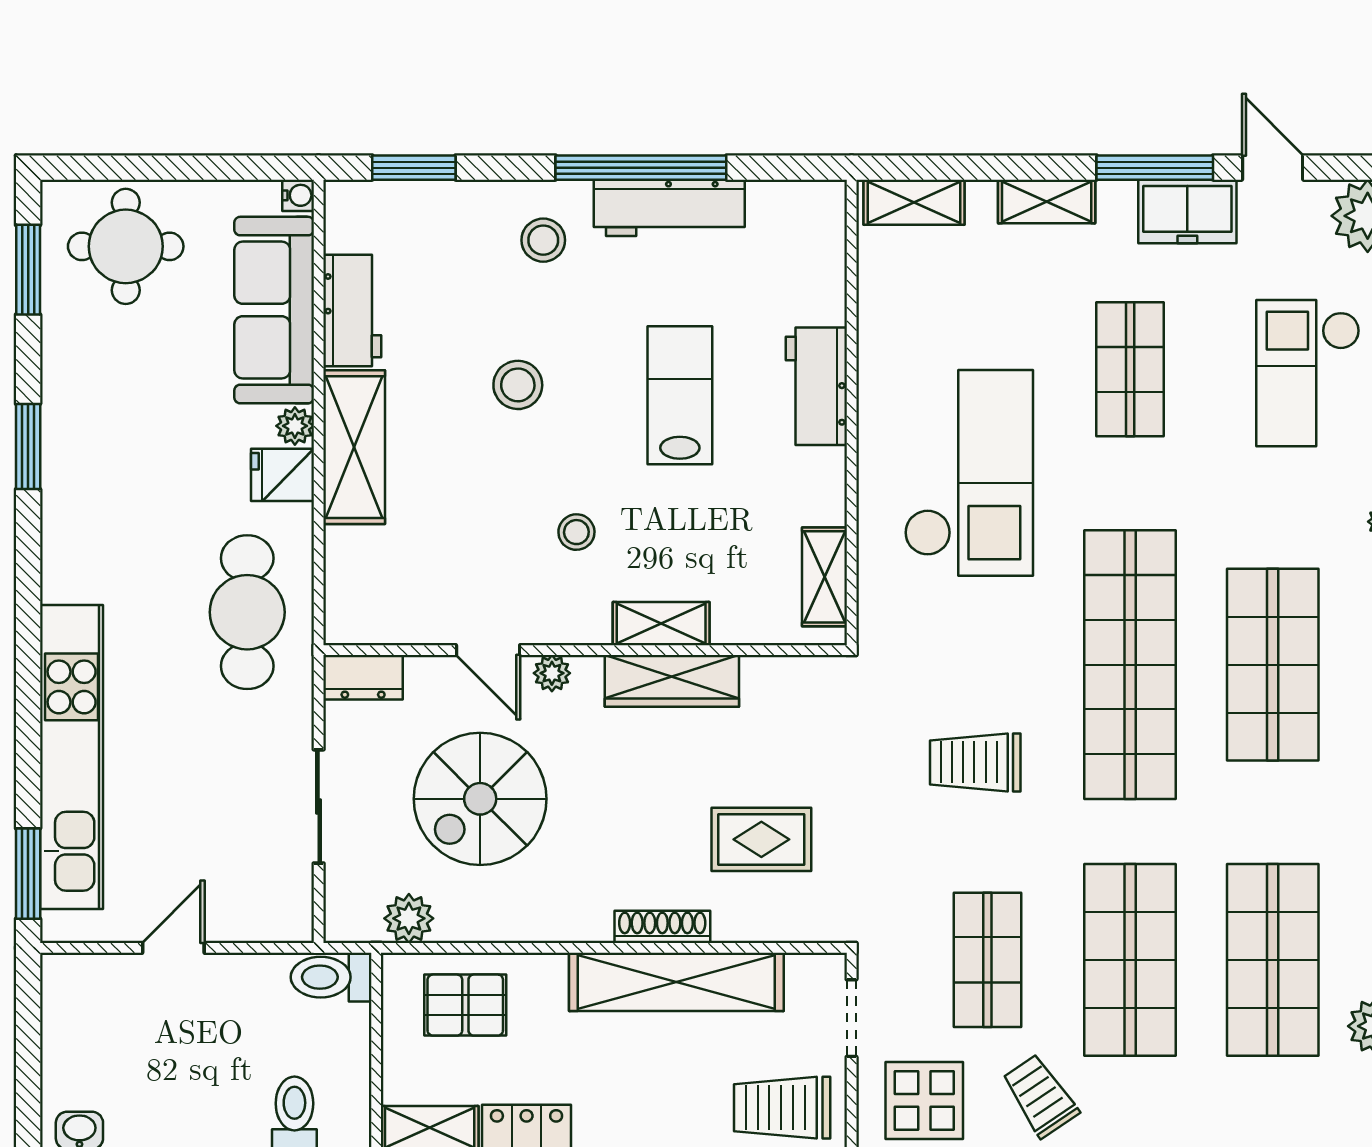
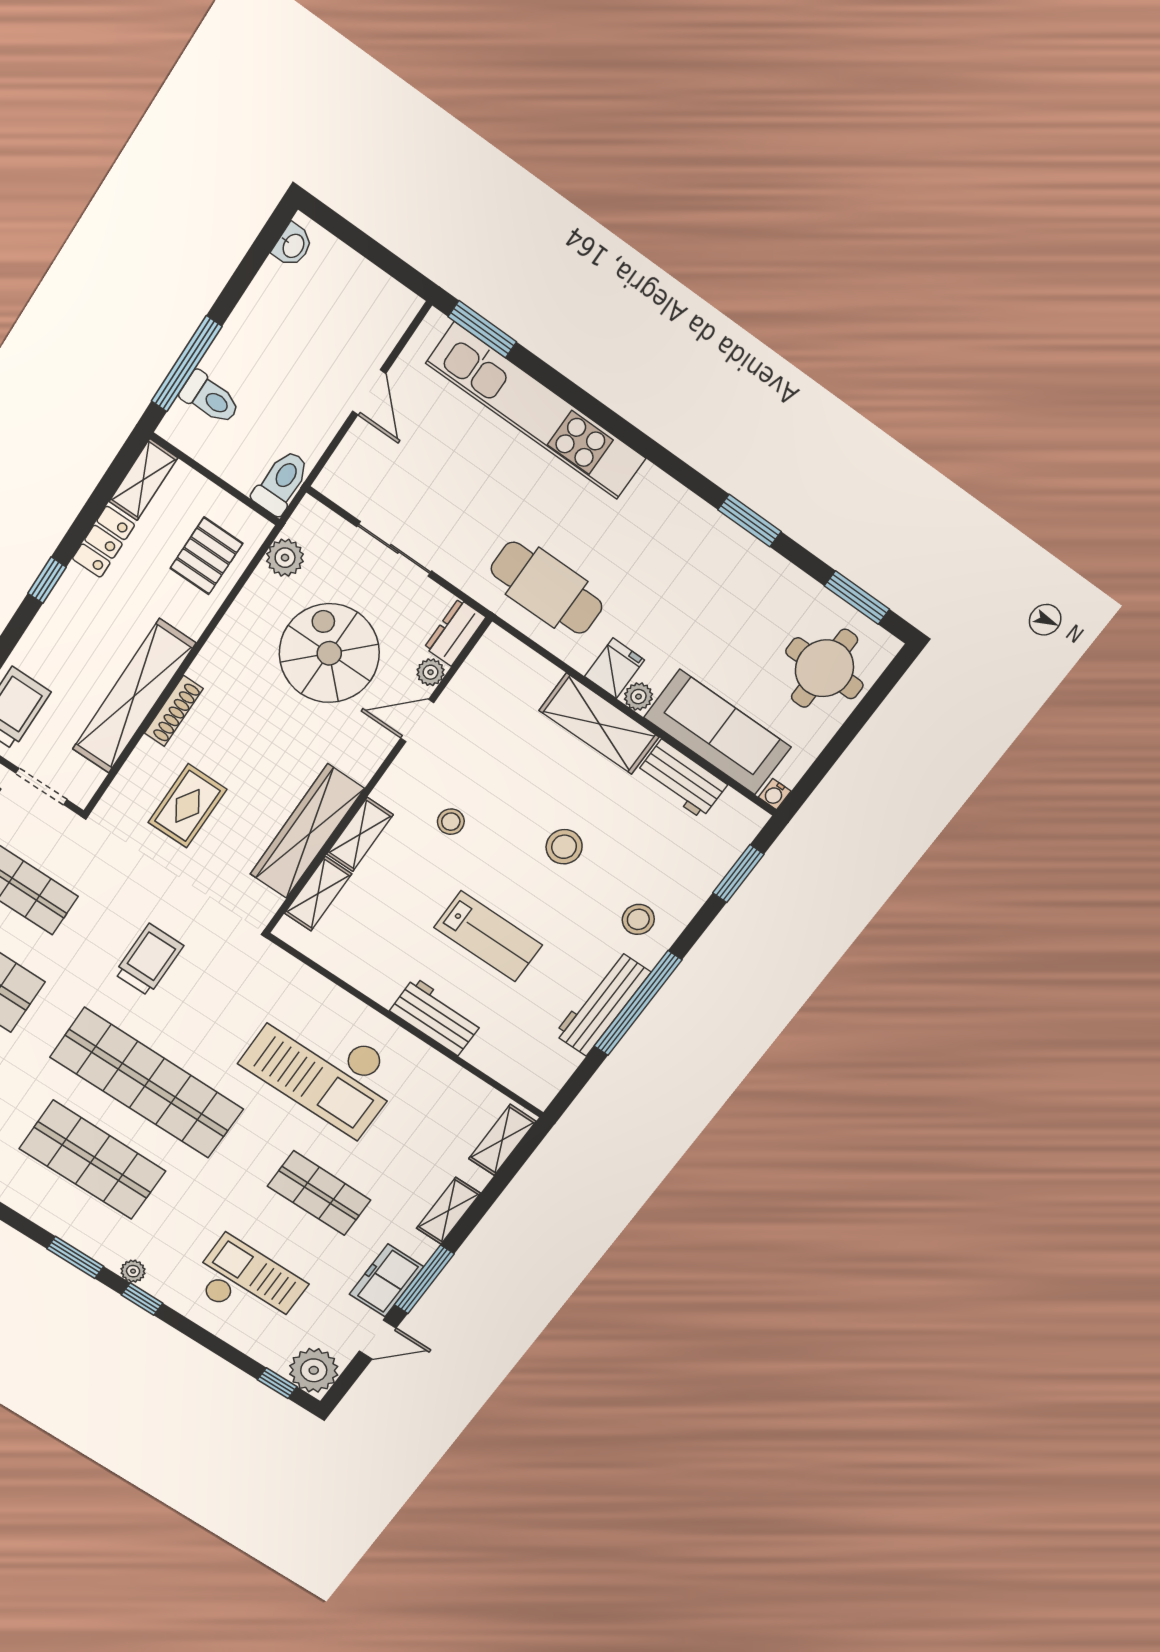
shelving: (824, 577) -> (318, 894), moved, turned 90
plant: (552, 673) -> (430, 672), moved
wardrobe: (672, 681) -> (307, 831), width x1.40, depth x1.17

